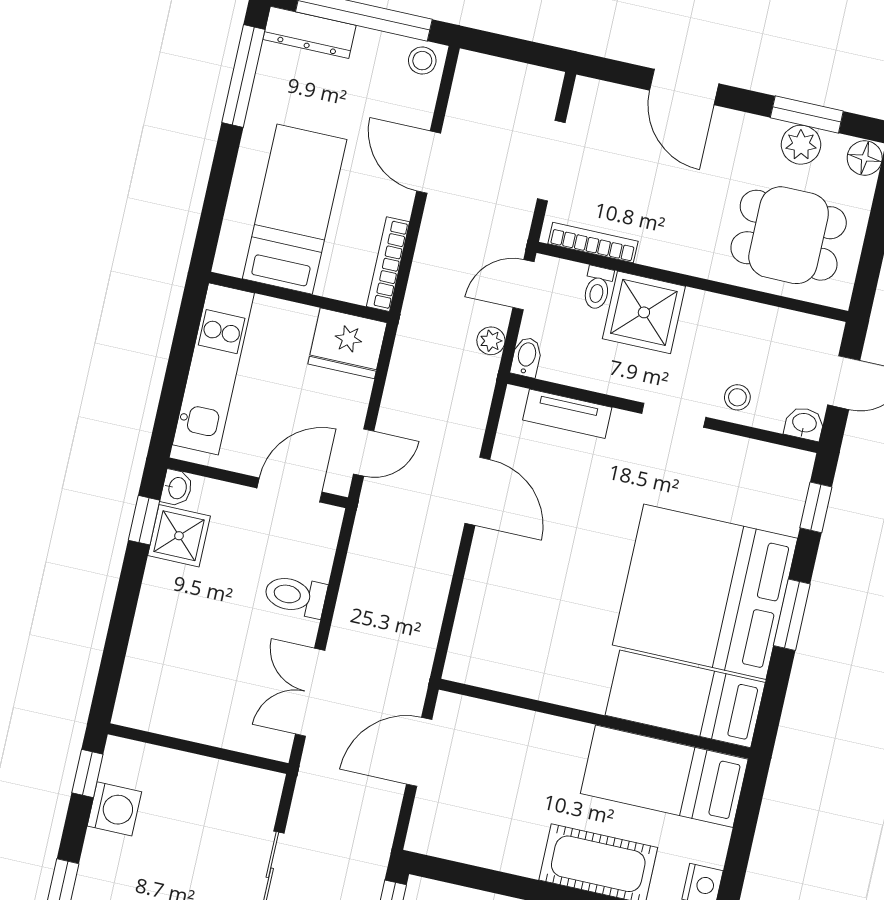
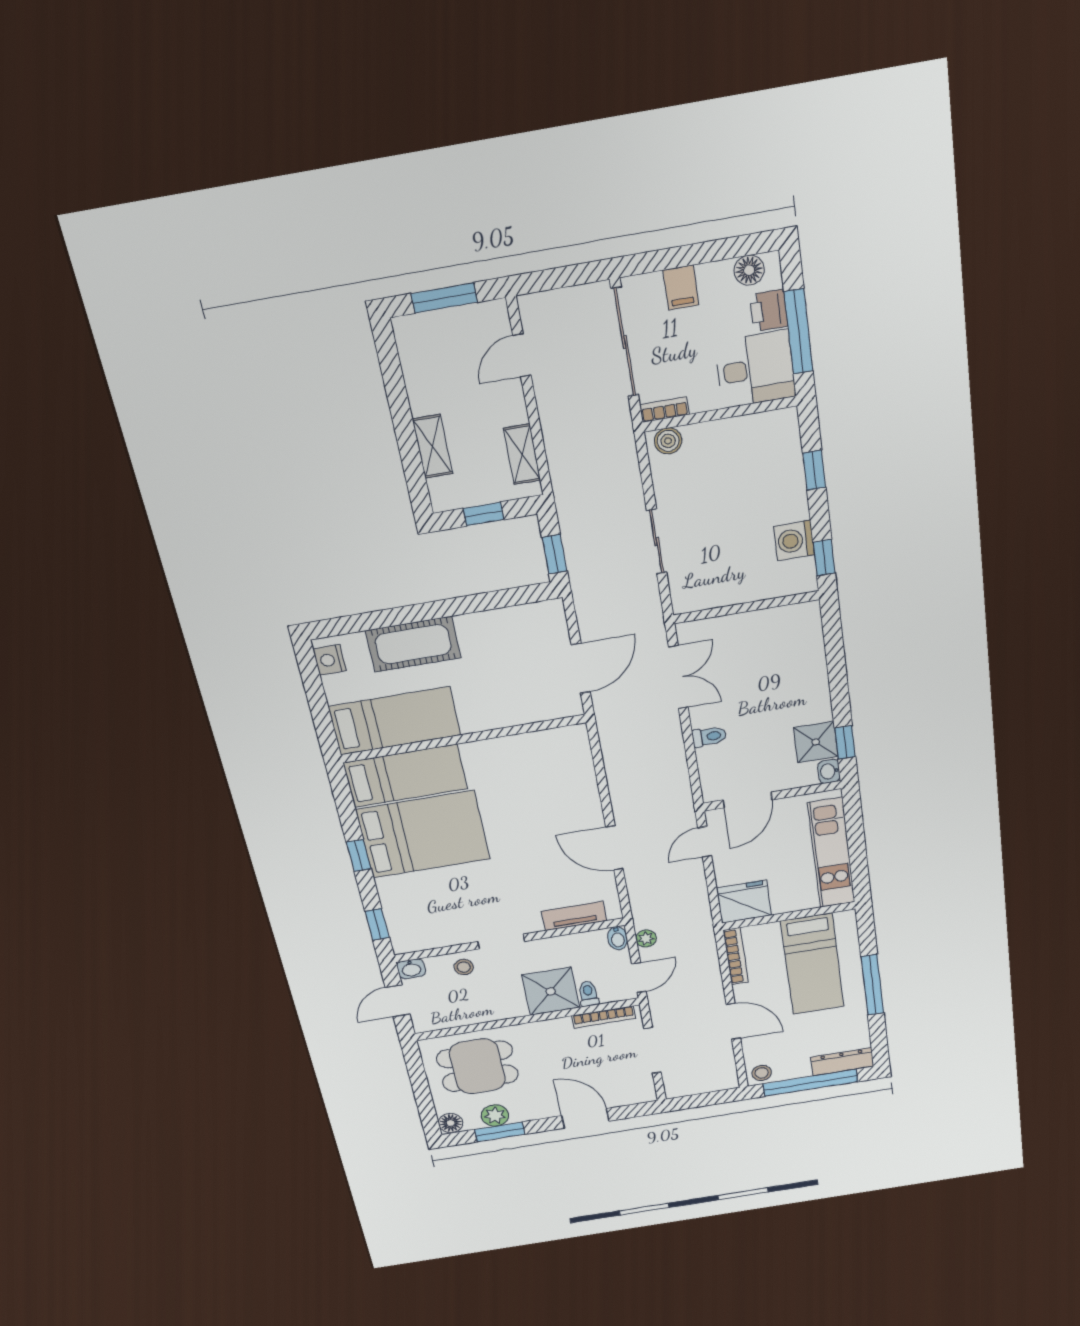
window: (243, 76) -> (872, 985), moved
bed: (705, 592) -> (423, 834), width x0.73
toilet: (295, 596) -> (709, 737), width x0.73, depth x0.72
window: (792, 615) -> (359, 855), width x0.67

